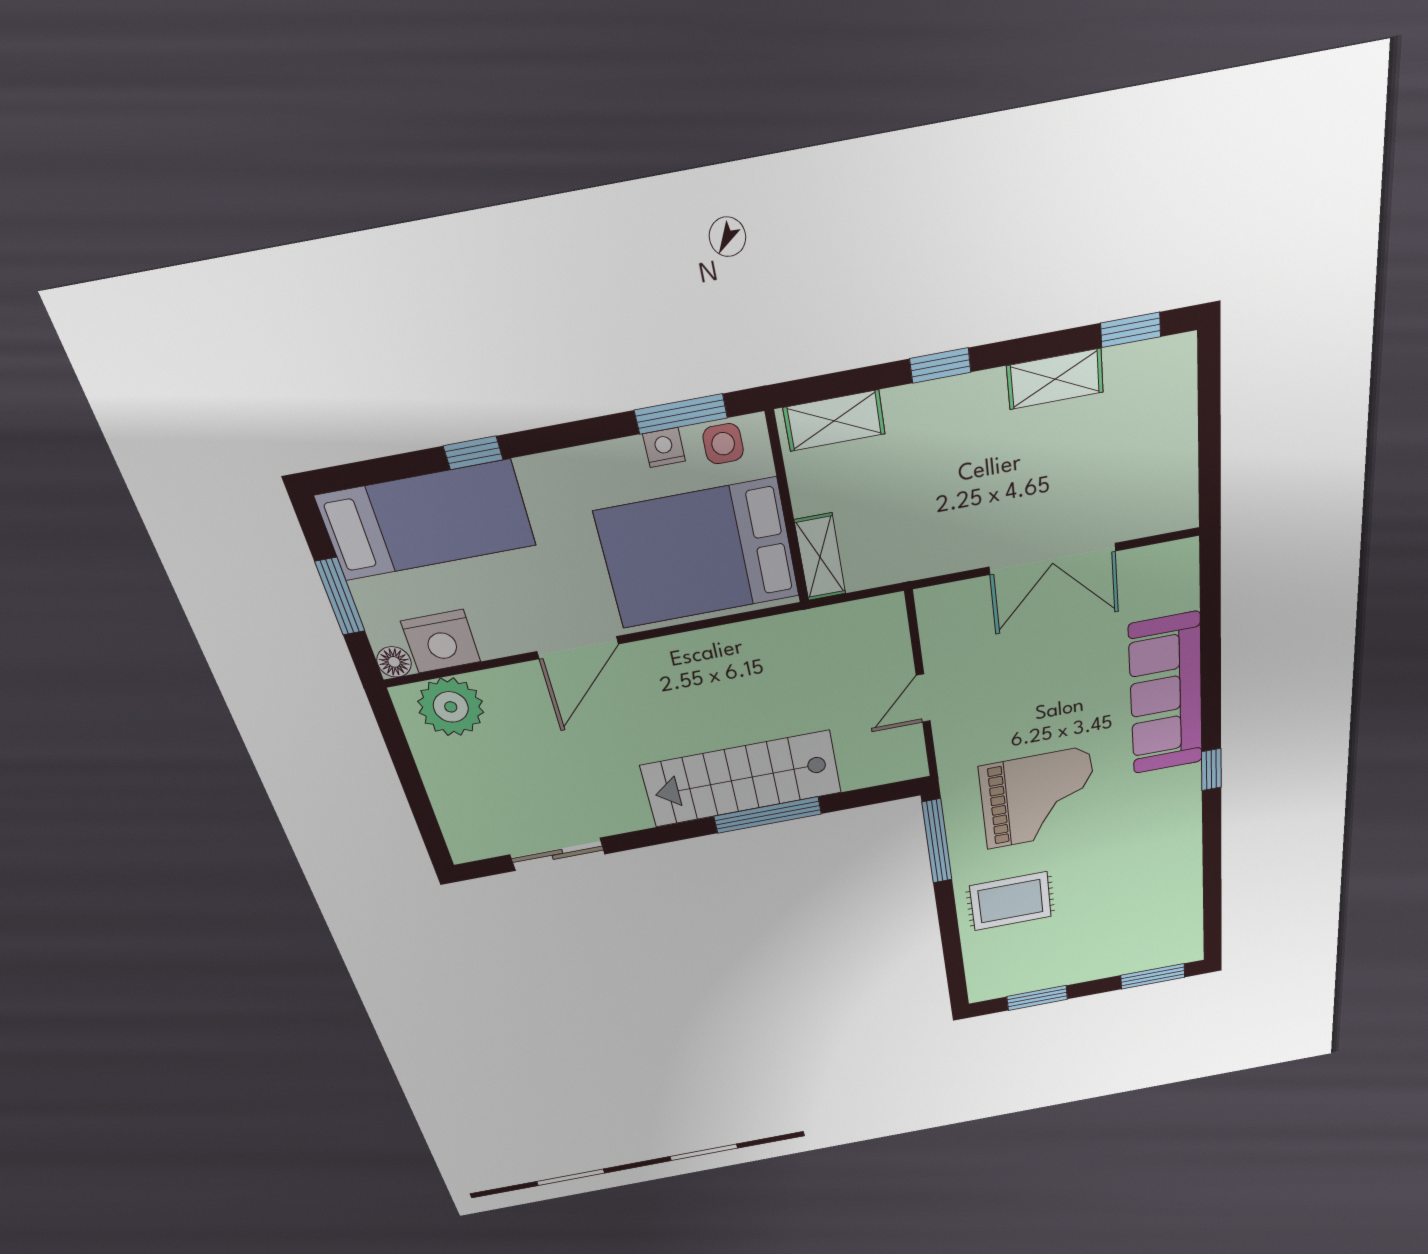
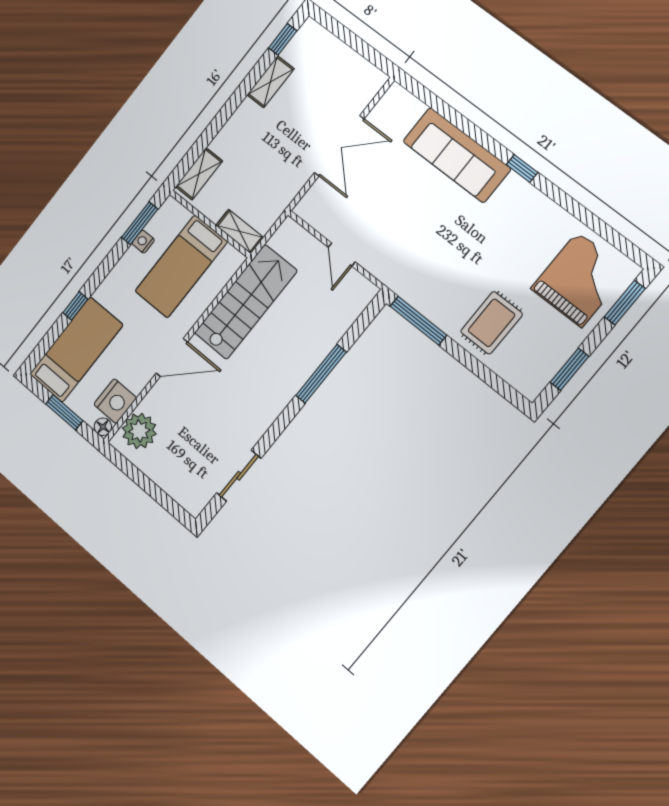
window: (940, 365) -> (222, 118), removed
side table: (723, 444) -> (164, 220), removed
bed: (698, 554) -> (181, 266), width x0.67
door: (578, 648) -> (172, 358), hinge flipped
stairs: (742, 779) -> (246, 302), moved, turned 180
grand piano: (1038, 798) -> (580, 280), moved

